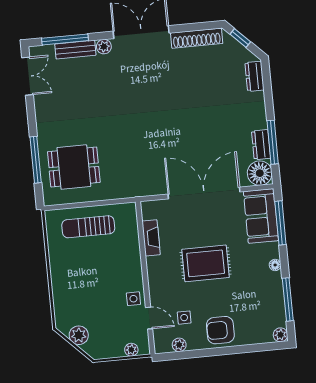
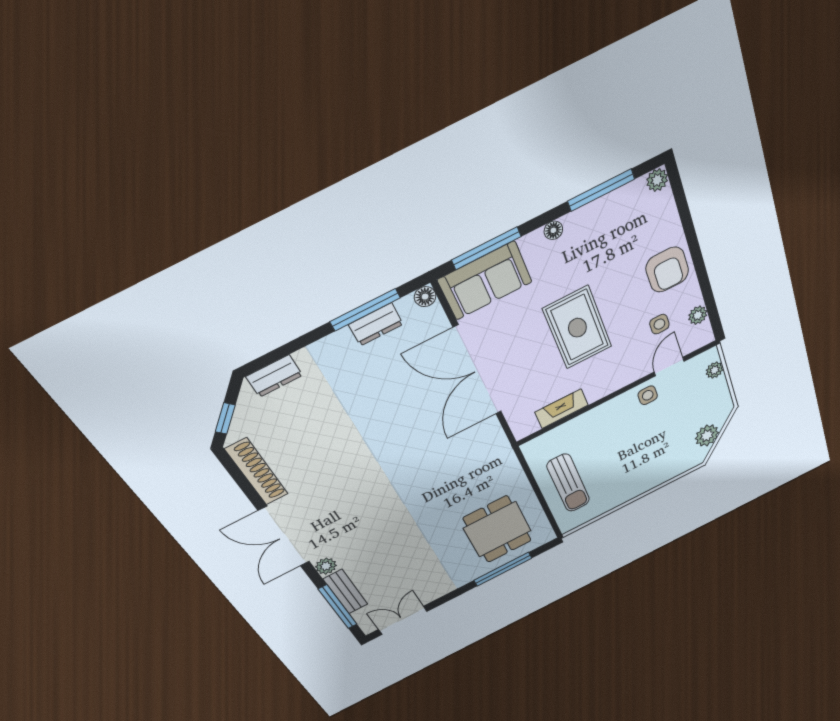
floor lamp: (260, 173) -> (425, 297), width x0.53, depth x0.53

